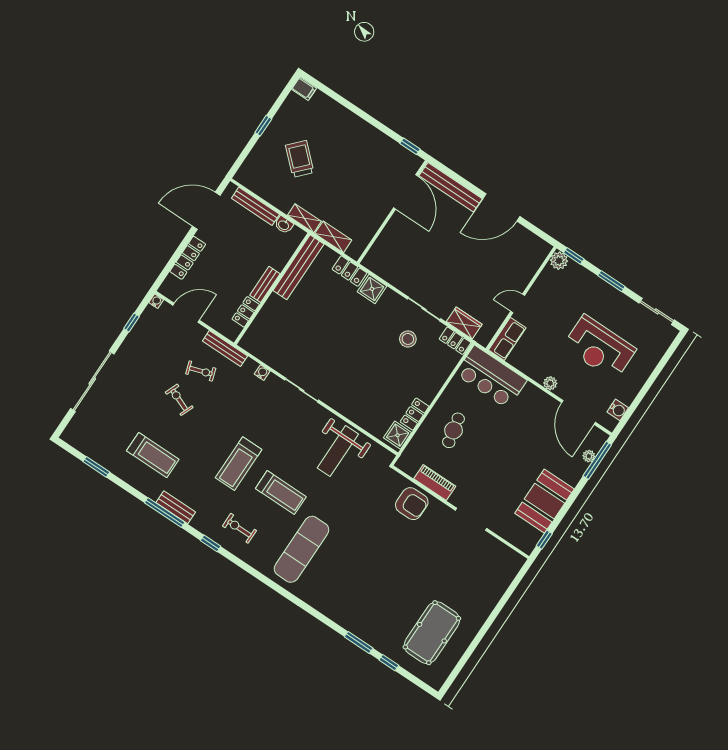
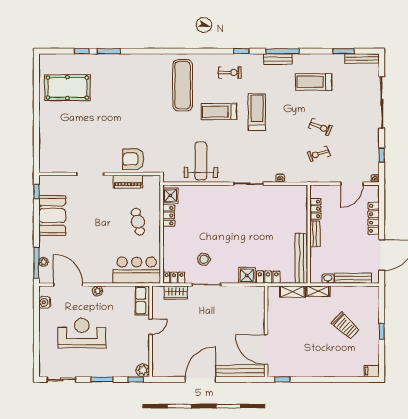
bench: (225, 348) -> (362, 58), moved
pool table: (432, 633) -> (67, 88), turned 90

